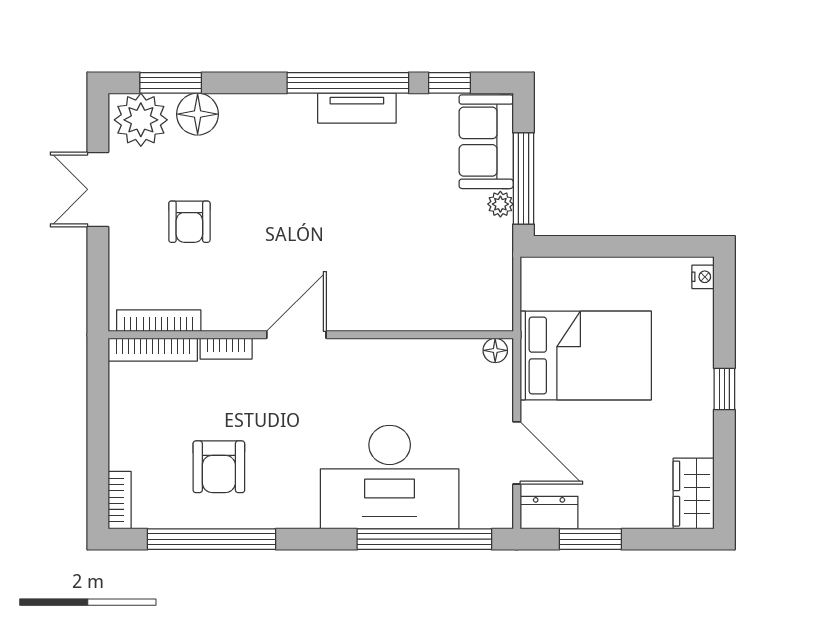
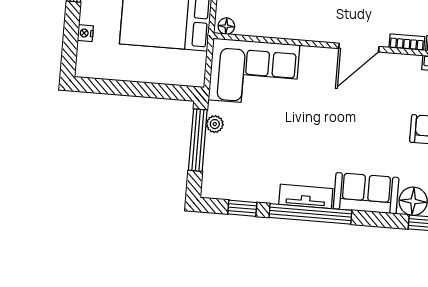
sofa: (486, 142) -> (366, 193), moved, turned -90
nightstand: (703, 277) -> (85, 33), moved
corner sofa: (449, 285) -> (254, 72), added

